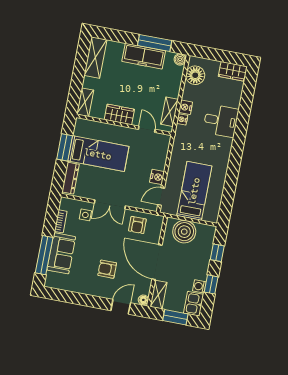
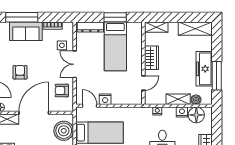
boiler: (180, 59) -> (196, 100), moved
nightstand: (186, 107) -> (182, 112), moved
shelving: (169, 112) -> (178, 99), moved

